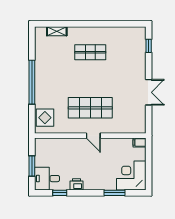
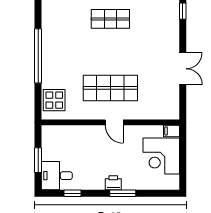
corner desk: (131, 175) -> (161, 156), moved, turned -90
printer: (76, 184) -> (113, 183), moved
window: (114, 193) -> (123, 193), moved

